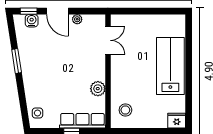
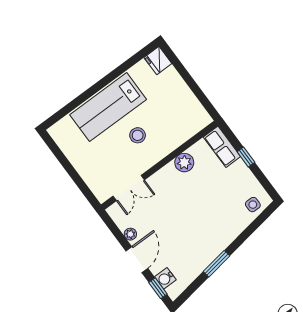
double door: (108, 40) -> (129, 188), swing flipped
stool: (125, 110) -> (138, 135), moved
row of seats: (82, 121) -> (222, 147), width x0.68

